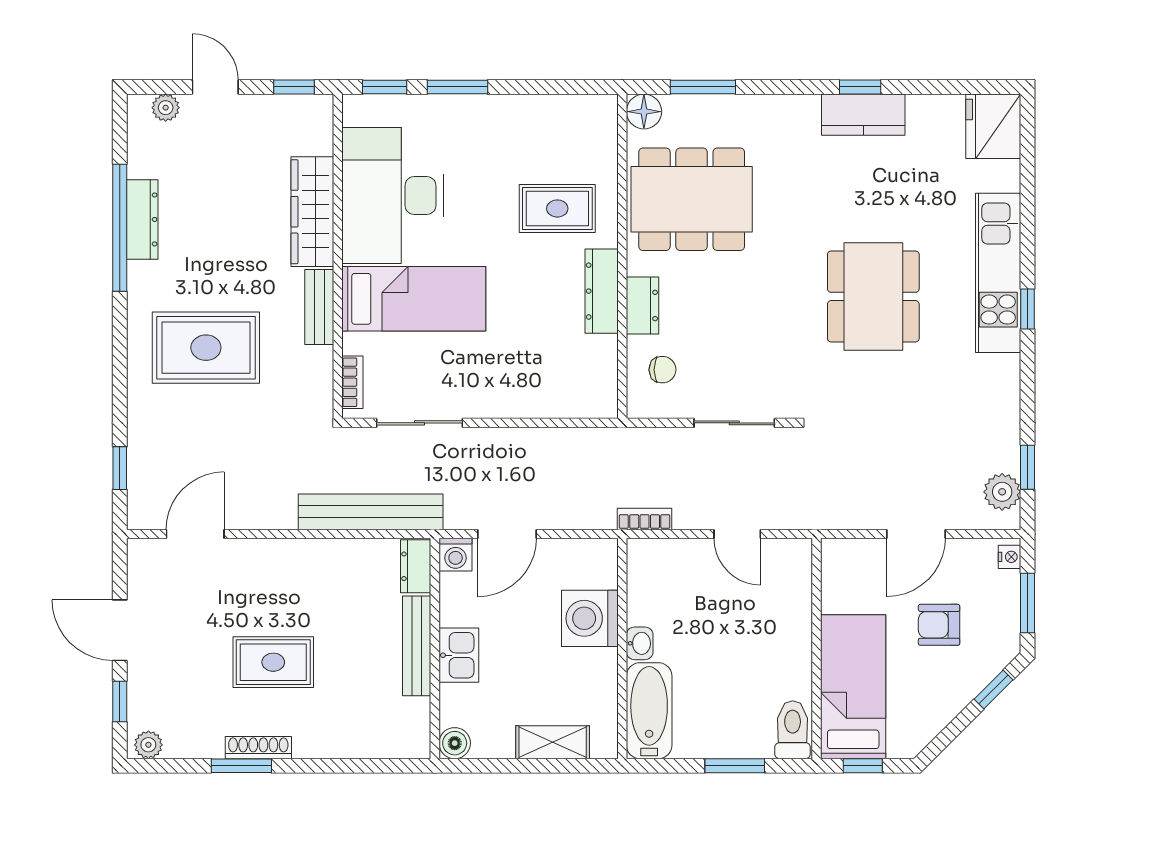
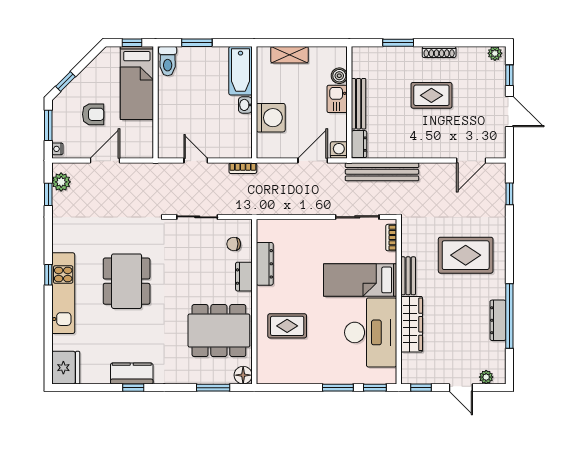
dresser: (602, 291) -> (265, 264), moved
boiler: (455, 743) -> (339, 76), moved
window: (241, 766) -> (398, 43), moved

